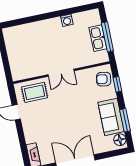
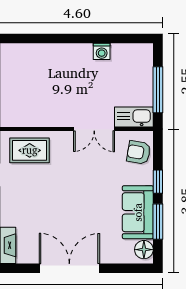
kitchen sink: (98, 38) -> (134, 117), moved, turned 90
double door: (61, 73) -> (94, 129), moved
window: (117, 84) -> (158, 182), moved

